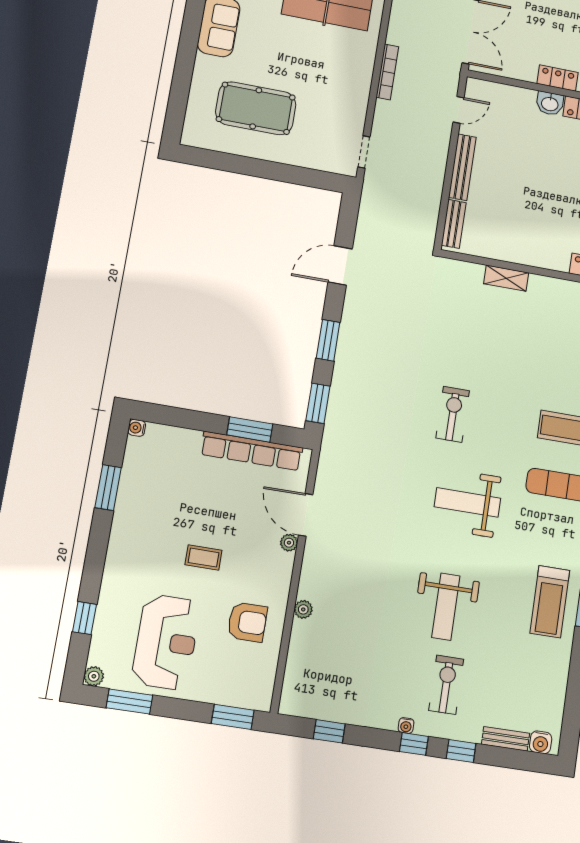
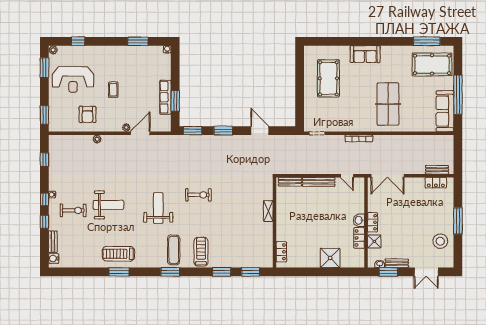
row of seats: (252, 451) -> (165, 97), width x0.73
weight bench: (446, 607) -> (109, 205), turned 180

